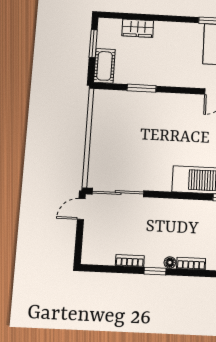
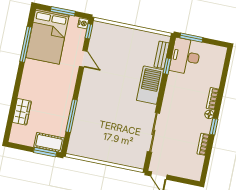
window: (93, 44) -> (45, 152), moved
window: (142, 88) -> (71, 116), width x1.44
sliding door: (118, 193) -> (153, 132), moved

